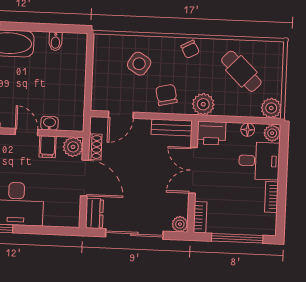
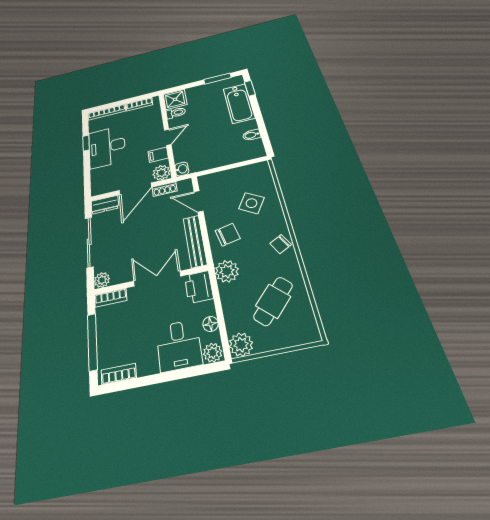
washbasin: (49, 123) -> (182, 169), moved
bench: (172, 128) -> (195, 241), width x1.36
bookcase: (271, 197) -> (119, 374), moved

